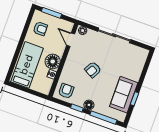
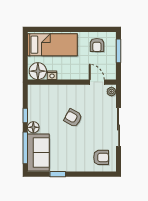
door: (71, 40) -> (97, 82), hinge flipped
floor lamp: (53, 61) -> (38, 71), moved
armchair: (66, 91) -> (101, 157), moved
sofa: (124, 95) -> (38, 153), moved, turned 90

